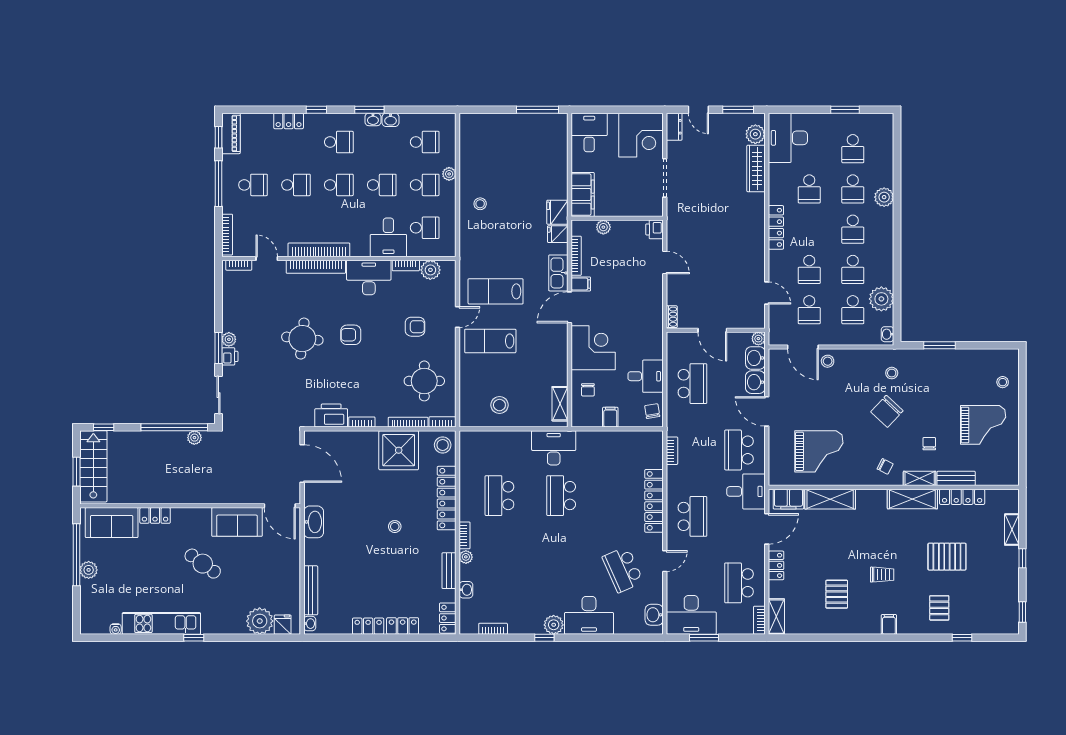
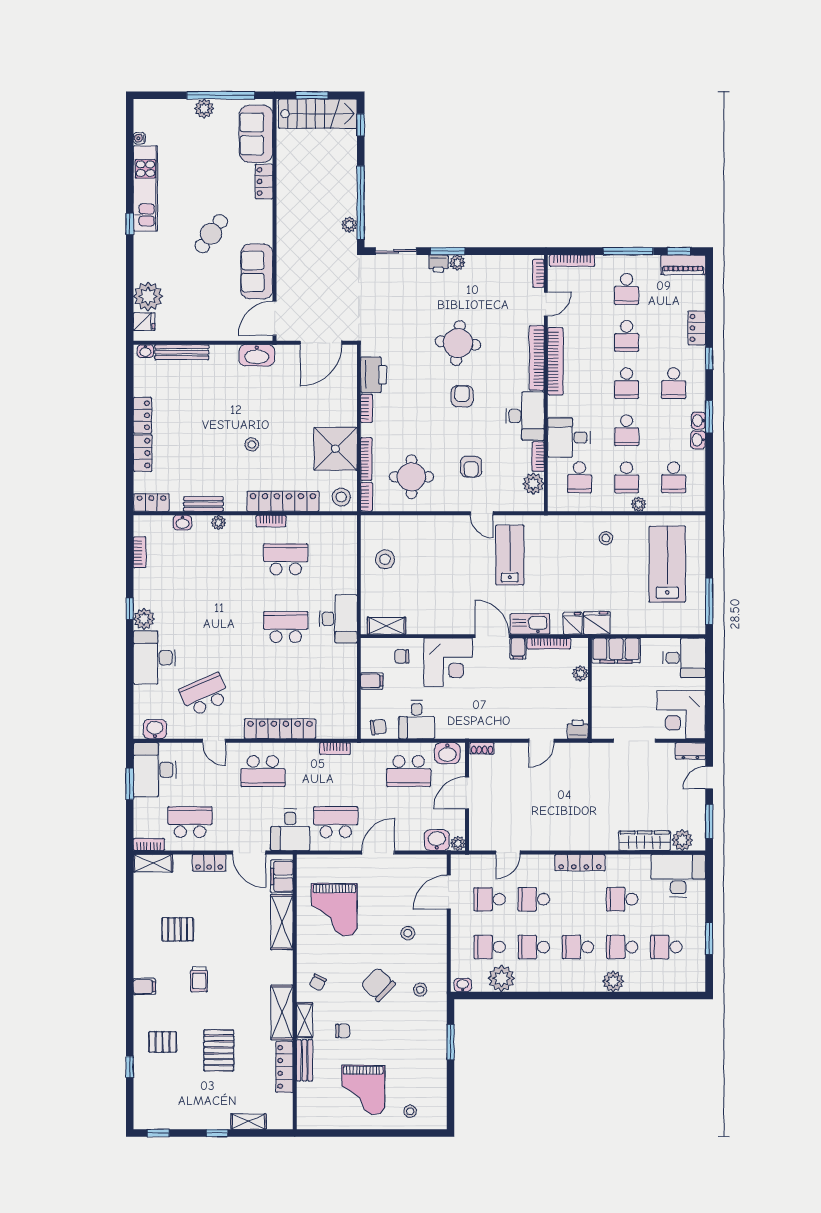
lab bench: (490, 341) -> (667, 564), moved, width x1.36, depth x1.39
stool: (828, 361) -> (408, 933), moved
washbasin: (755, 382) -> (447, 753), moved, turned 180
bookcase: (465, 535) -> (271, 521), moved

